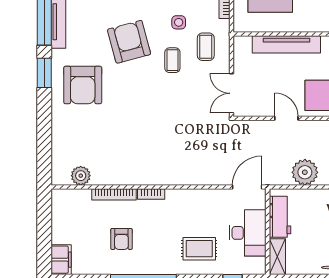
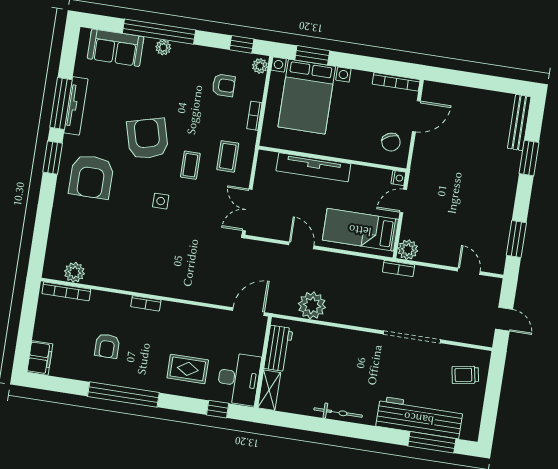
side table: (179, 22) -> (161, 201), moved
bookcase: (114, 194) -> (66, 291), moved
desk: (248, 233) -> (239, 379), moved

